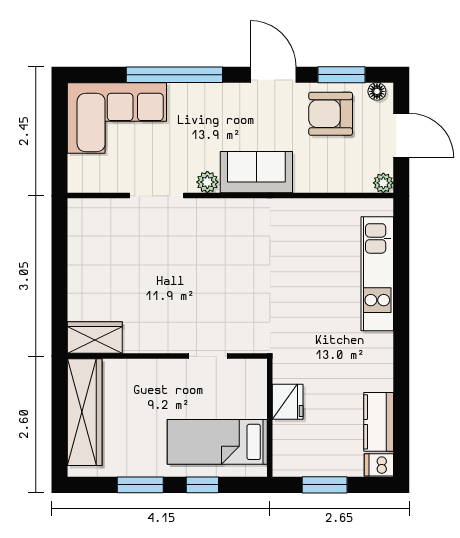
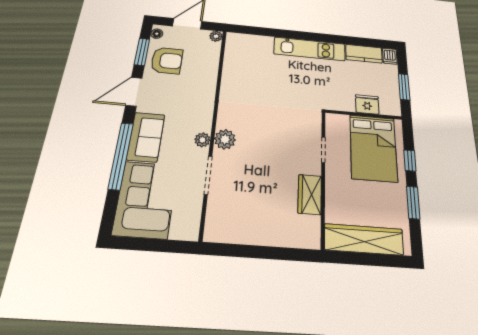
armchair: (331, 114) -> (167, 61), turned -90
sofa: (256, 172) -> (146, 137), moved, turned 180
plant: (211, 214) -> (225, 139), added
kitchen unit: (377, 274) -> (310, 49), moved
wardrobe: (95, 338) -> (310, 194), moved
fridge: (288, 402) -> (367, 104), moved
bed: (217, 442) -> (373, 148), width x1.50

